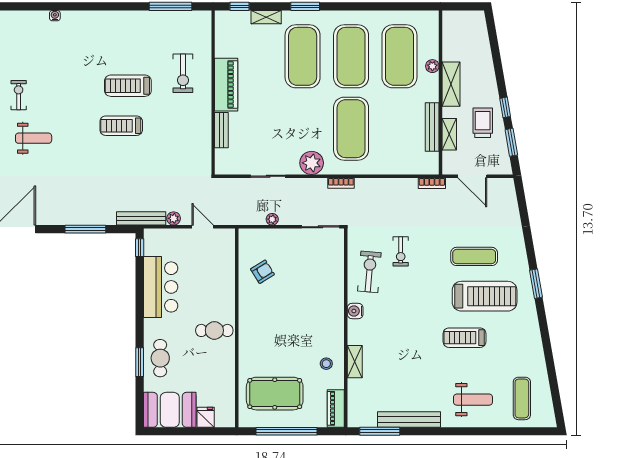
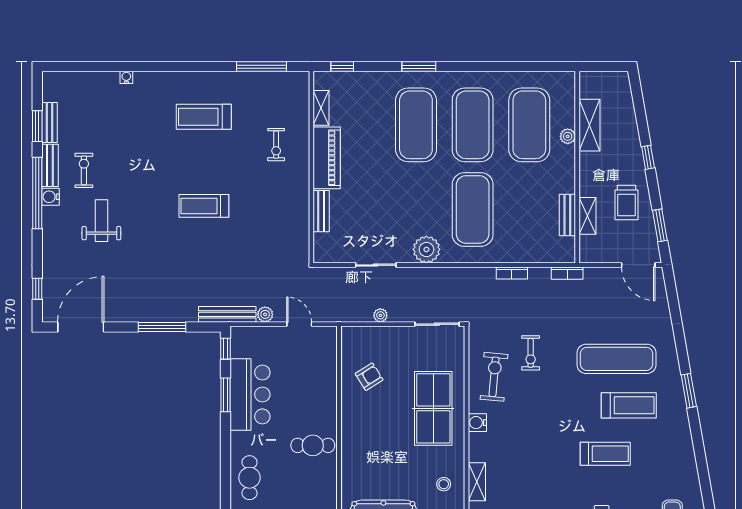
shelving: (266, 17) -> (321, 108), moved, turned 90
exercise bike: (183, 73) -> (276, 145), width x0.73, depth x0.72
shelving: (451, 84) -> (589, 125), moved
treadmill: (128, 86) -> (204, 117), moved
window: (505, 107) -> (648, 157), moved
trolley: (483, 123) -> (626, 203), turned 180
bench: (432, 127) -> (567, 215), width x0.73
weight bench: (34, 138) -> (101, 221), turned -90
door: (472, 176) -> (638, 265), moved
bookcase: (341, 183) -> (512, 273), moved
exercise mat: (474, 256) -> (617, 359), width x1.36, depth x1.45
treadmill: (485, 296) -> (629, 405), width x0.73, depth x0.73
table tennis table: (317, 299) -> (433, 408), added
treadmill: (465, 338) -> (605, 454), turned 180
window: (140, 362) -> (225, 395), moved

